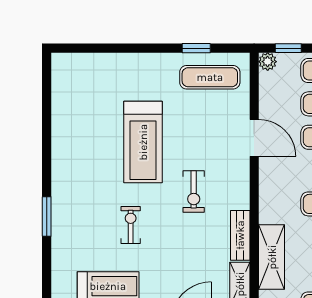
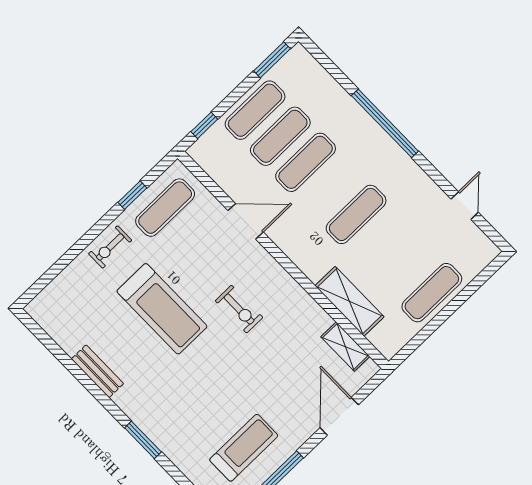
plant: (268, 62) -> (198, 152), removed
exercise bike: (131, 225) -> (110, 247), moved, turned -90
bench: (240, 235) -> (98, 371), moved

